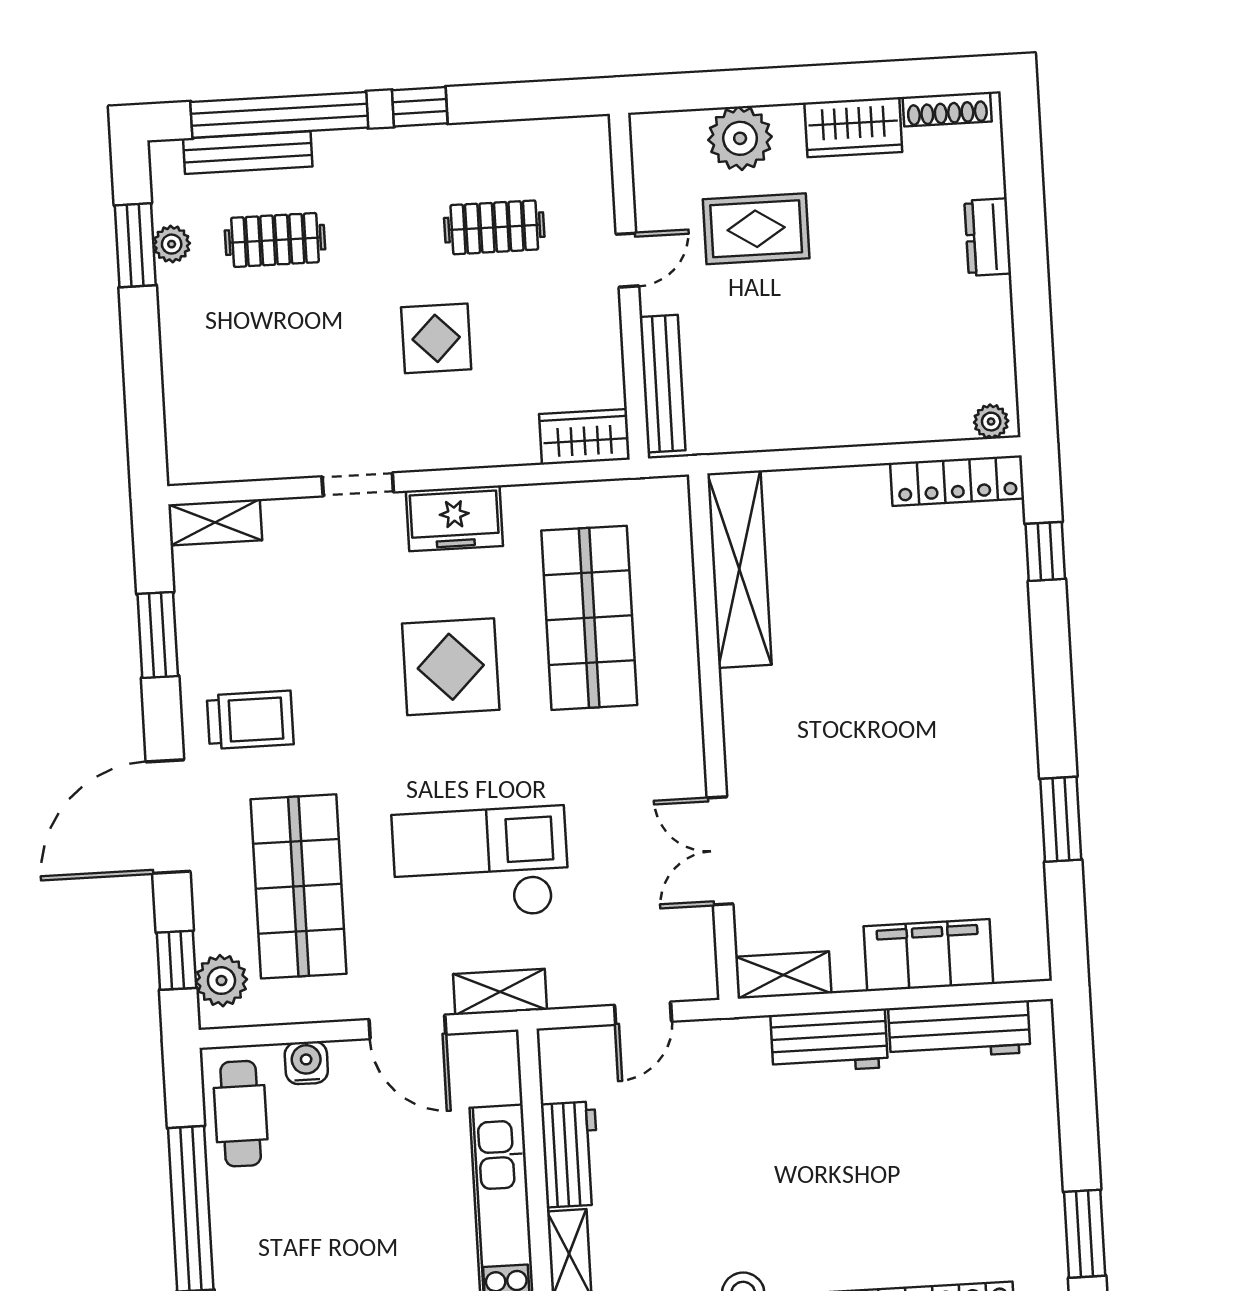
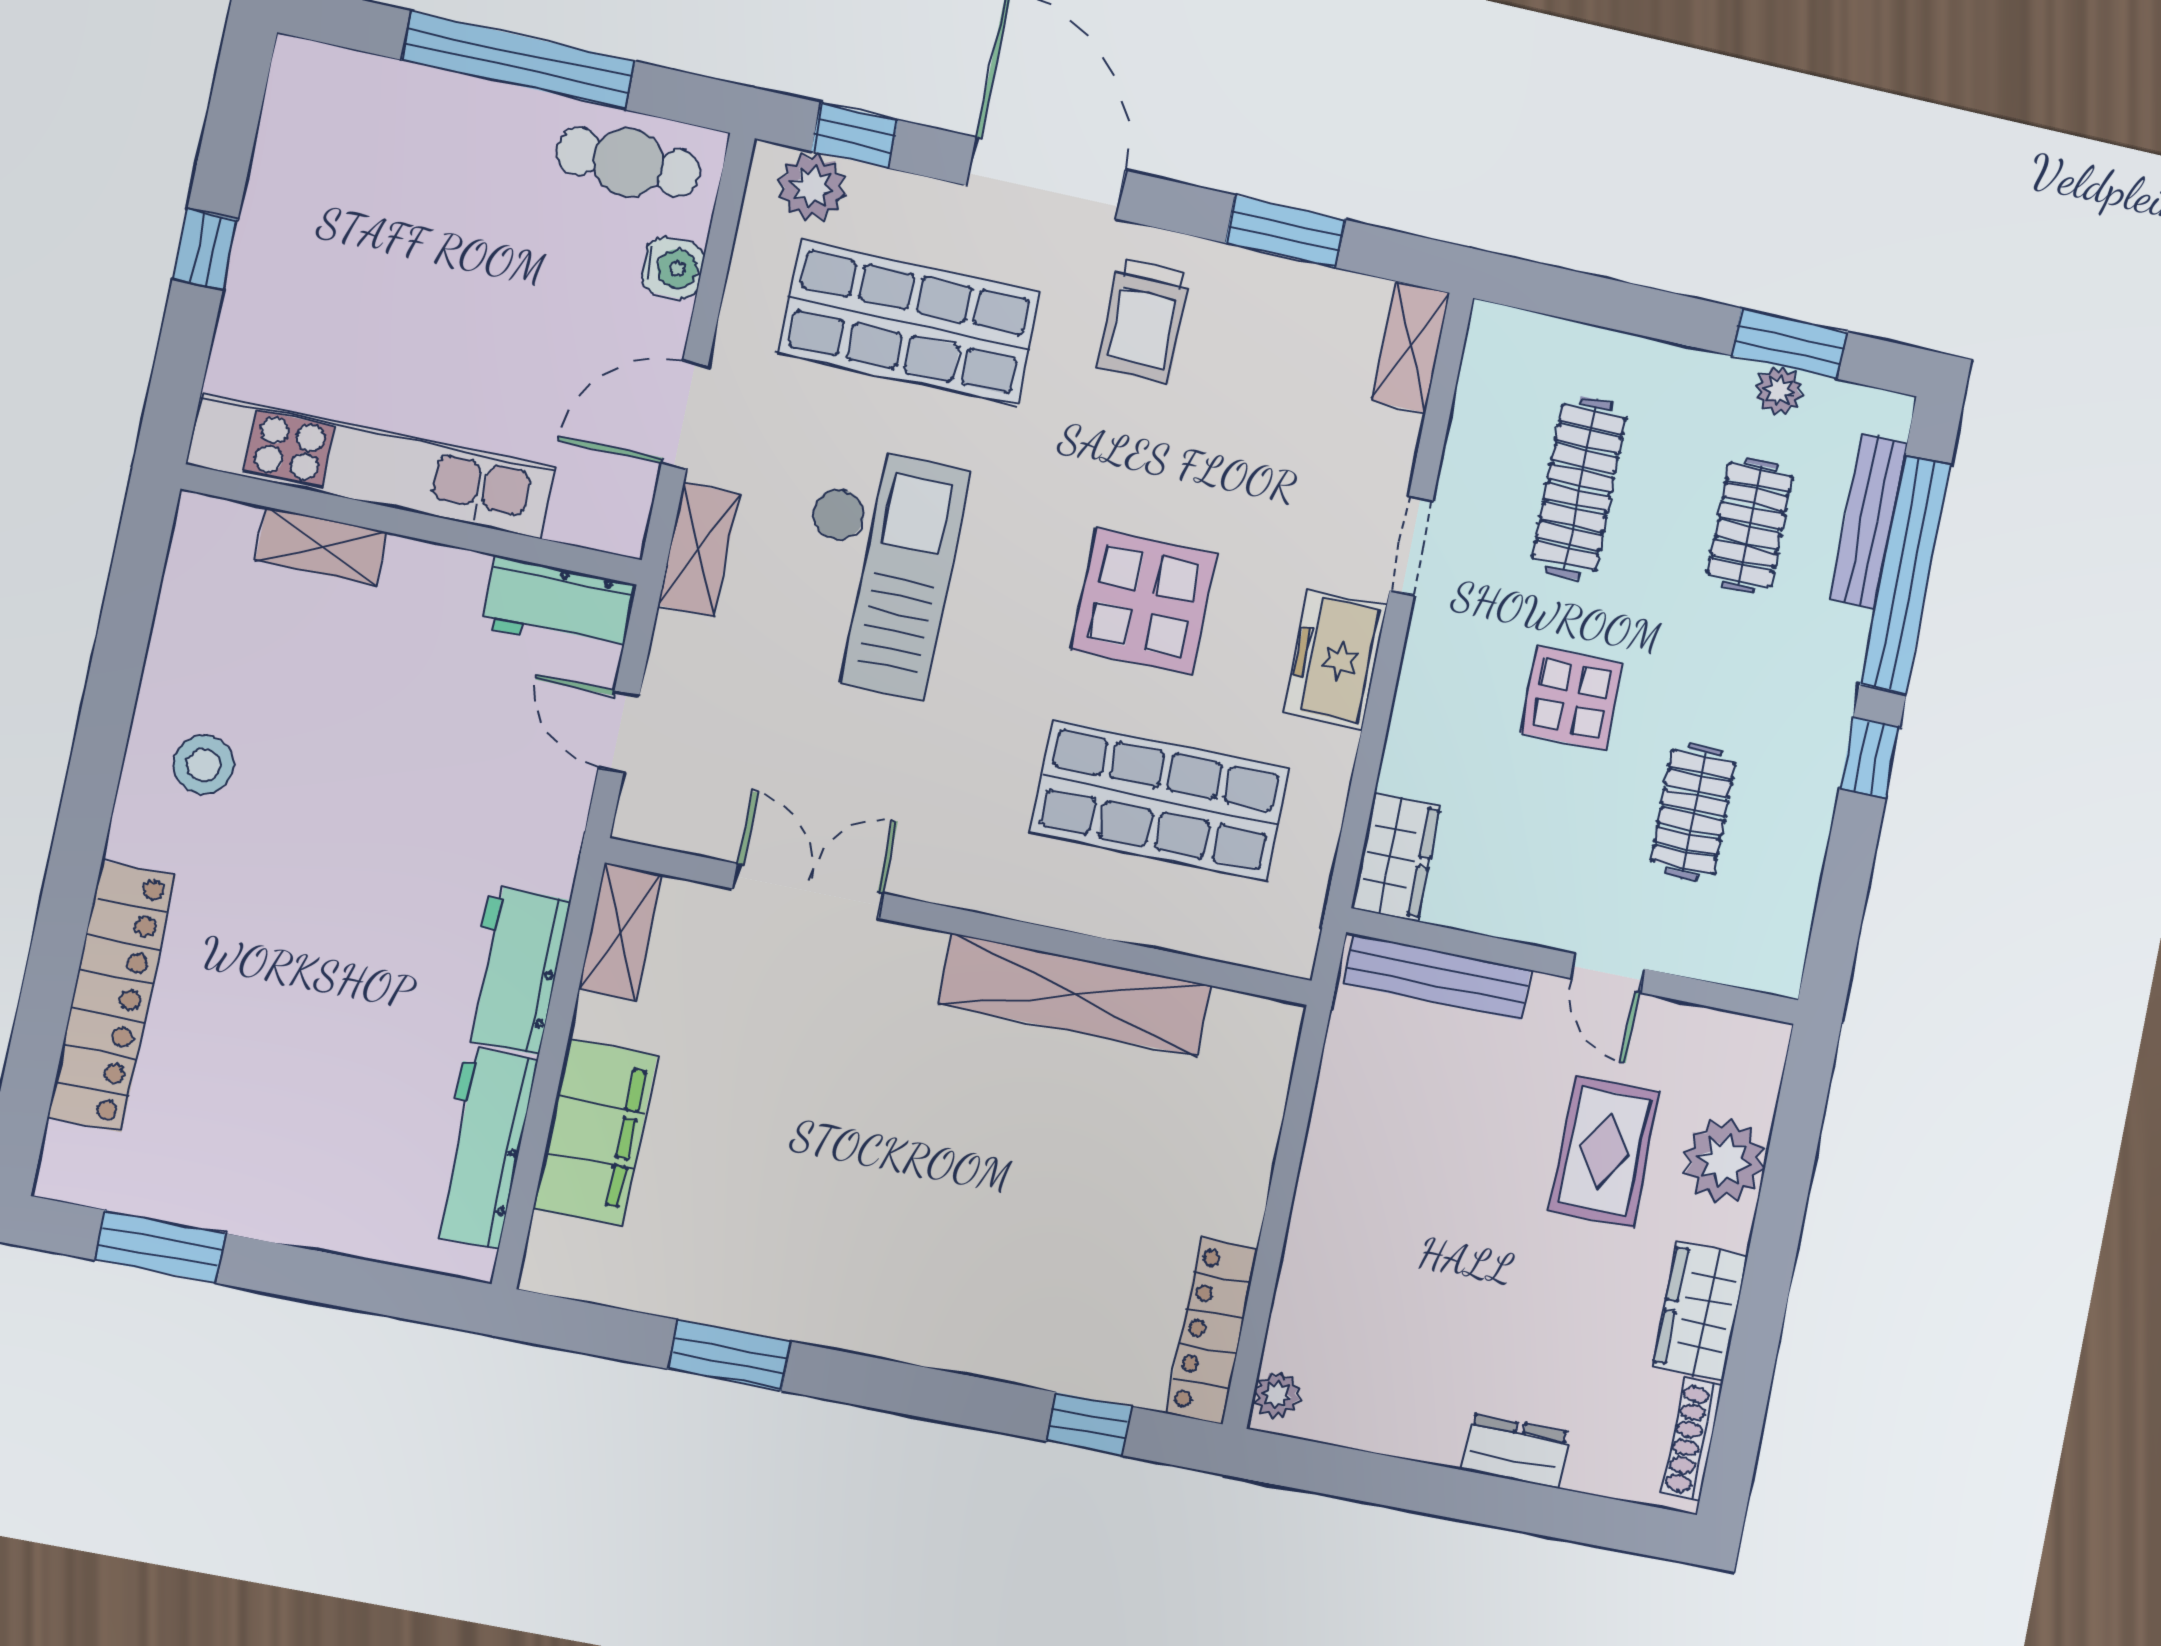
clothes rail: (283, 373) -> (1579, 488), added
shelving: (739, 569) -> (1075, 995), moved
workbench: (570, 1154) -> (559, 606), moved

